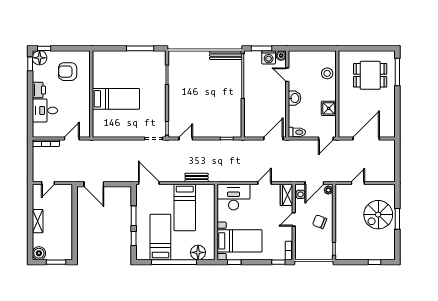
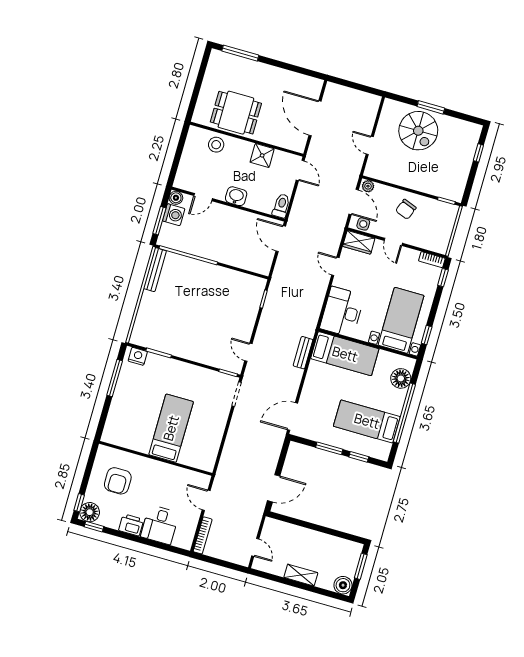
nightstand: (160, 60) -> (138, 356), added
dining table: (370, 75) -> (236, 113), moved, turned 90
bed: (185, 208) -> (345, 354), moved

